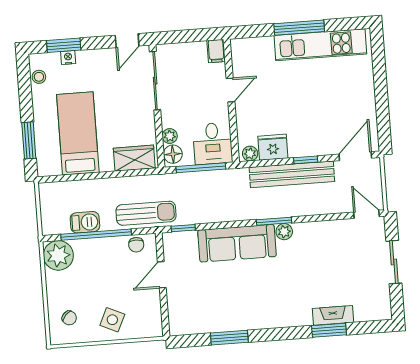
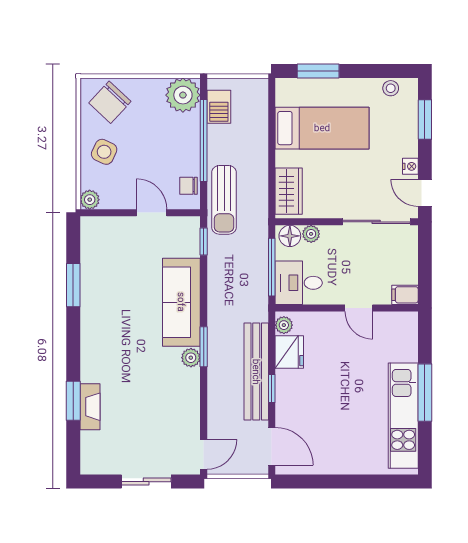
nightstand: (68, 58) -> (410, 166), moved
barbecue: (85, 222) -> (219, 107), moved
chair: (69, 318) -> (110, 102), width x1.87, depth x1.87
plant: (154, 329) -> (90, 200), added

